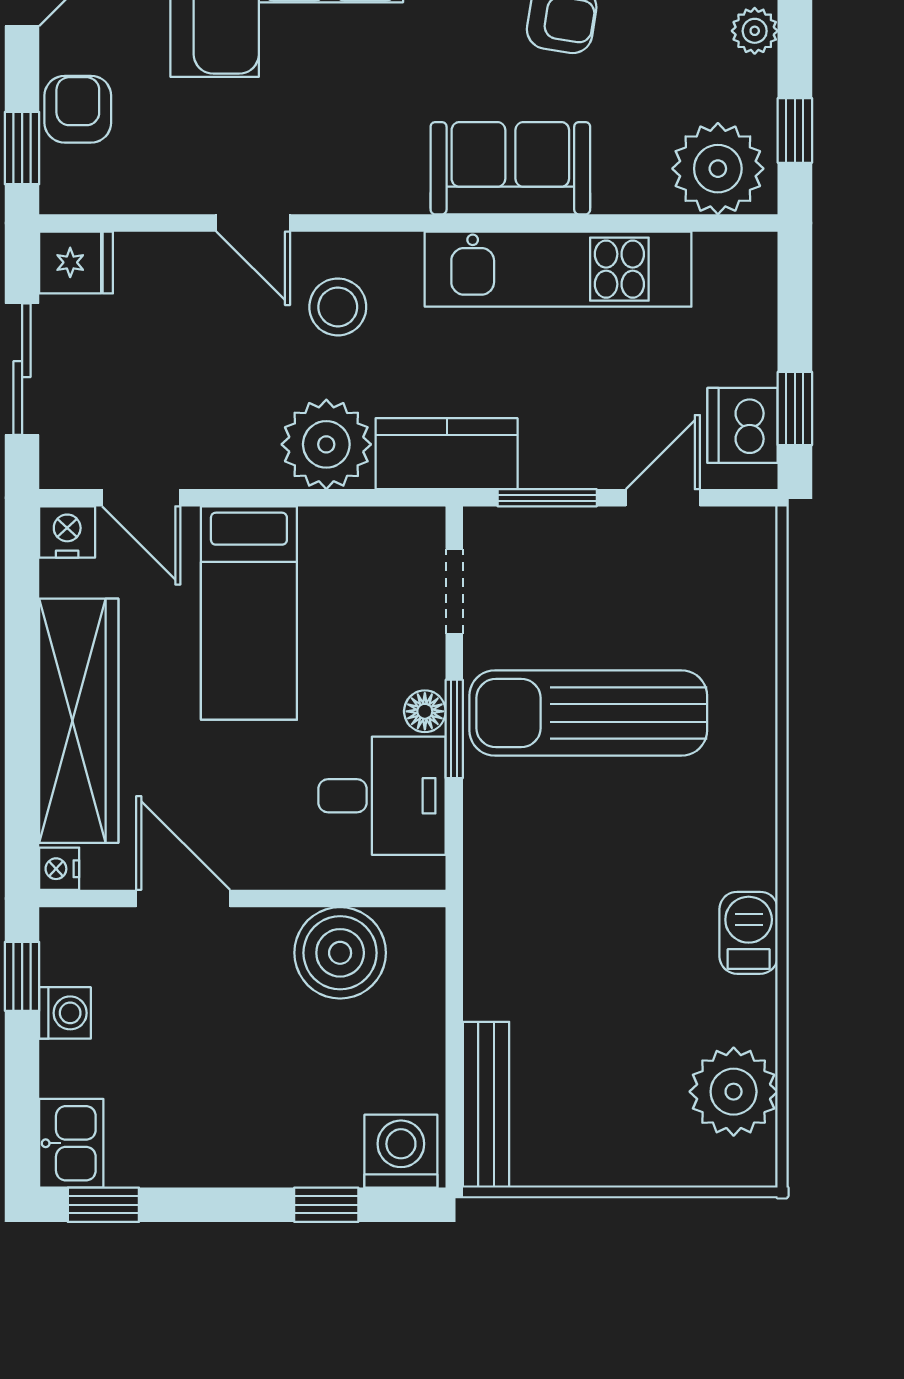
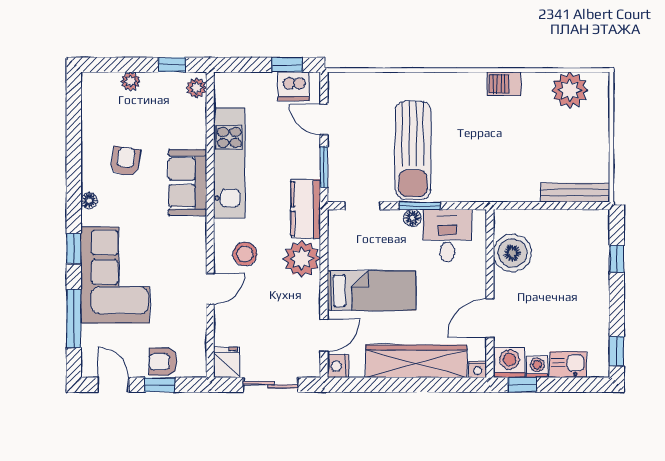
window: (22, 148) -> (160, 385), moved
plant: (718, 169) -> (196, 88), width x0.53, depth x0.53
kitchen sink: (71, 1143) -> (568, 364), moved
washing machine: (401, 1151) -> (510, 363), moved, turned 90

